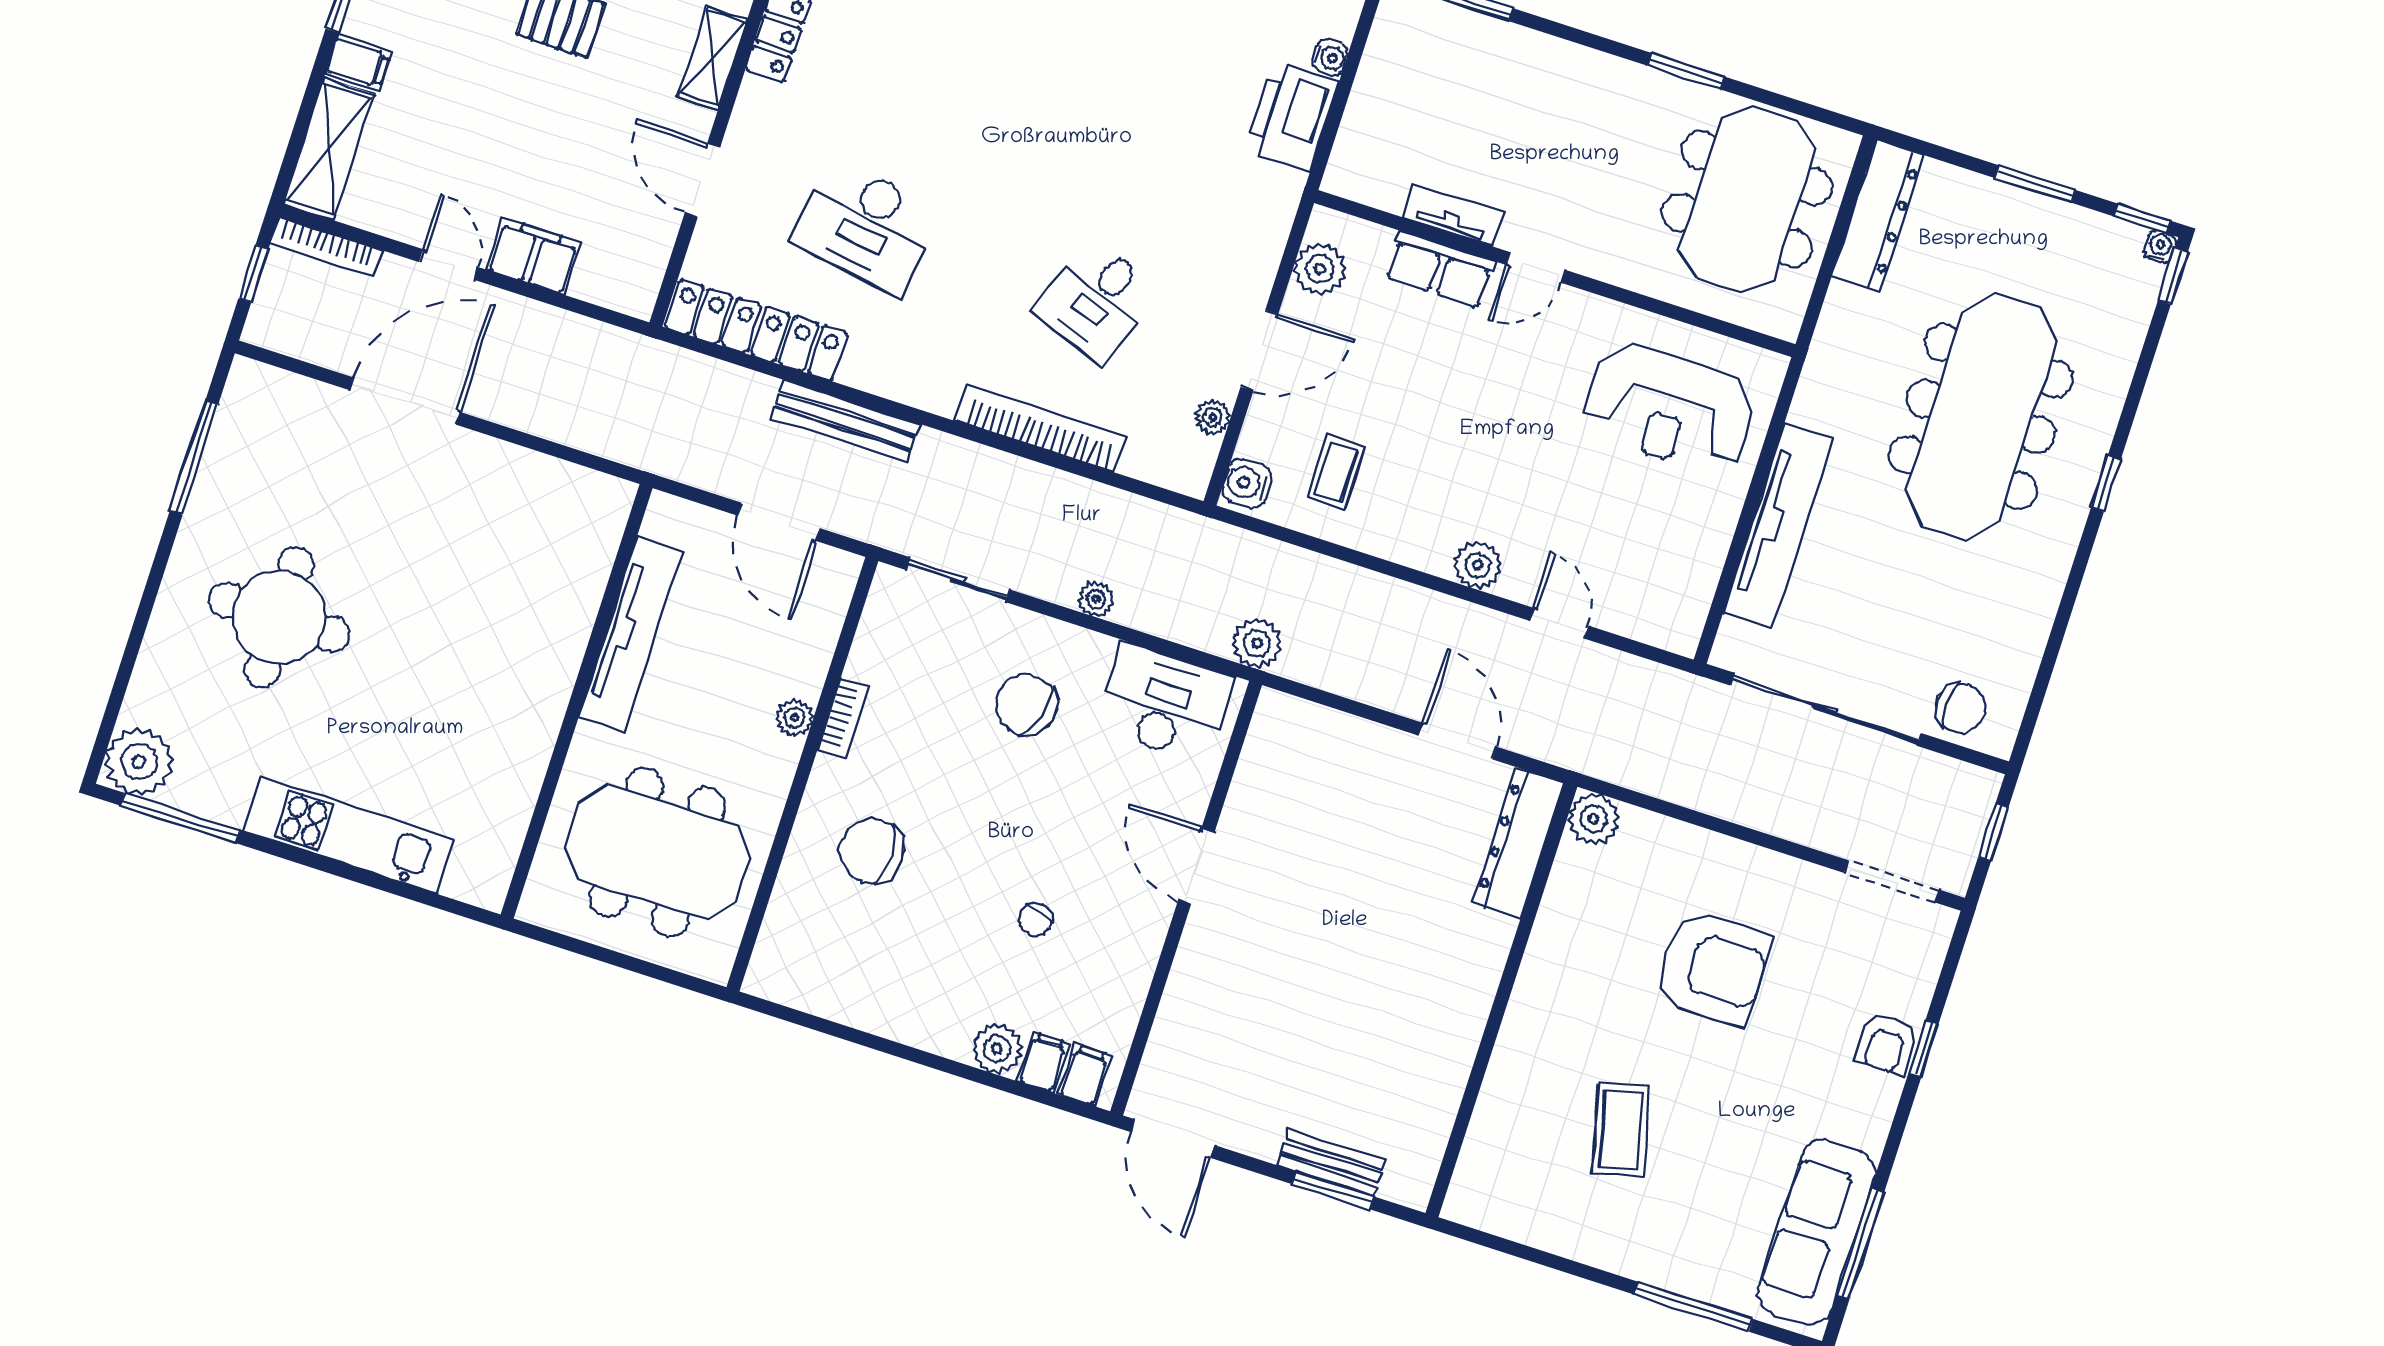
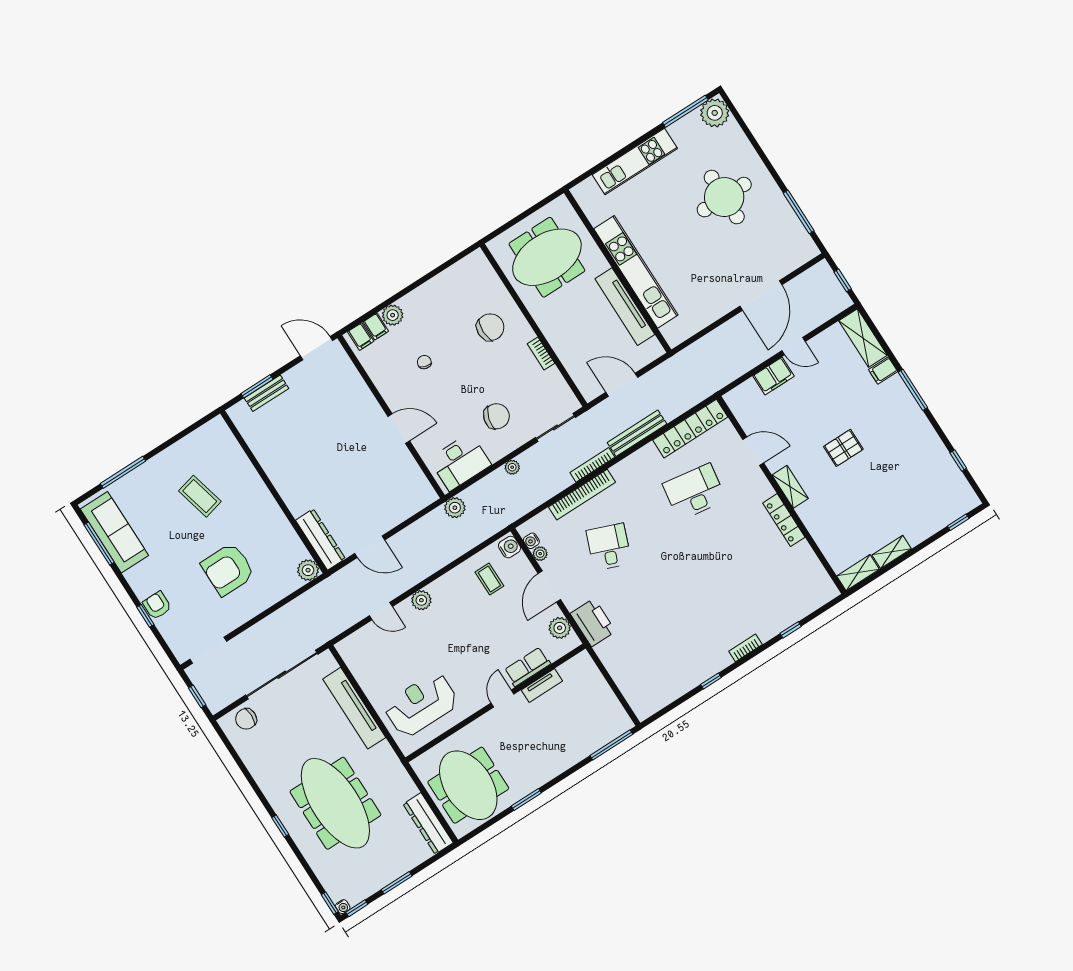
water cooler: (1330, 57) -> (531, 541), moved
printer: (1292, 116) -> (593, 623), moved
bookcase: (327, 247) -> (592, 465), moved
kitchen unit: (550, 667) -> (636, 272), added
plant: (795, 718) -> (554, 338), removed

